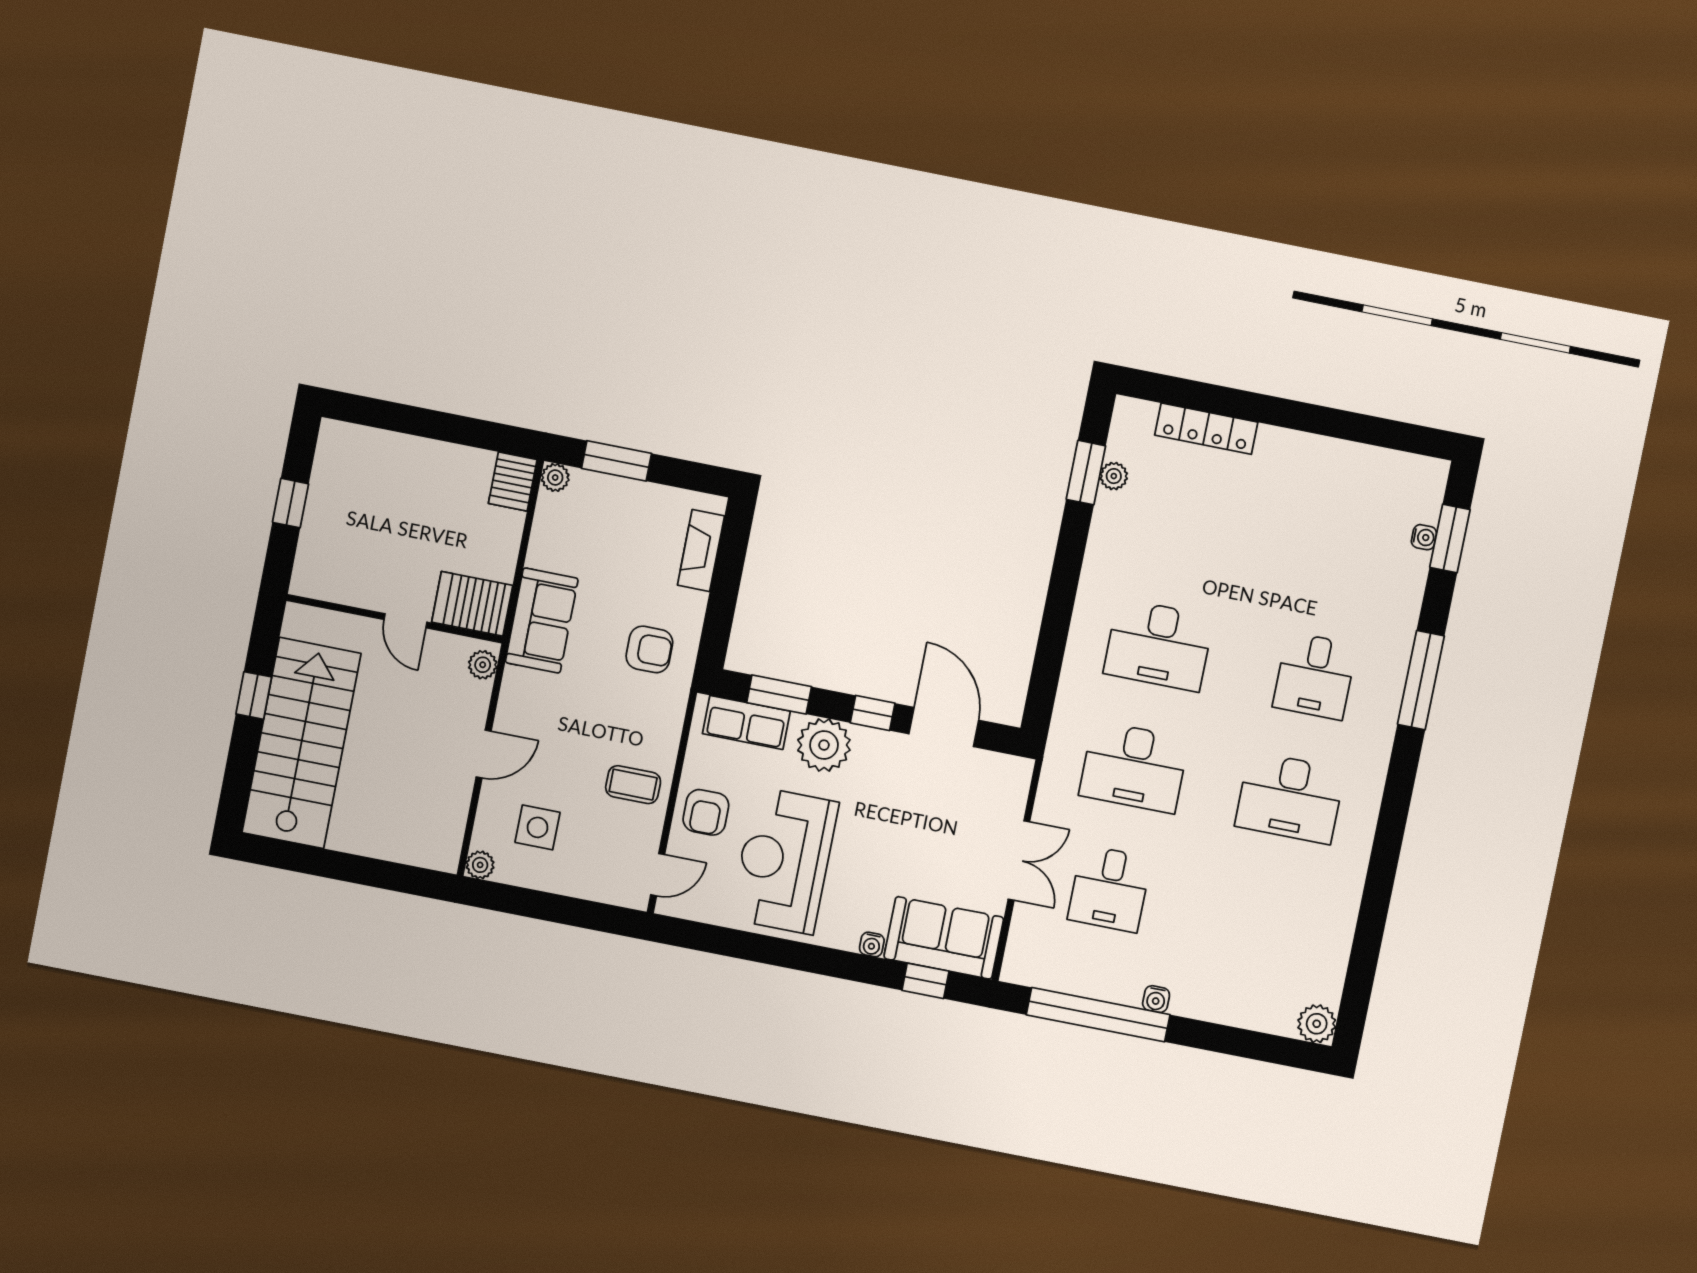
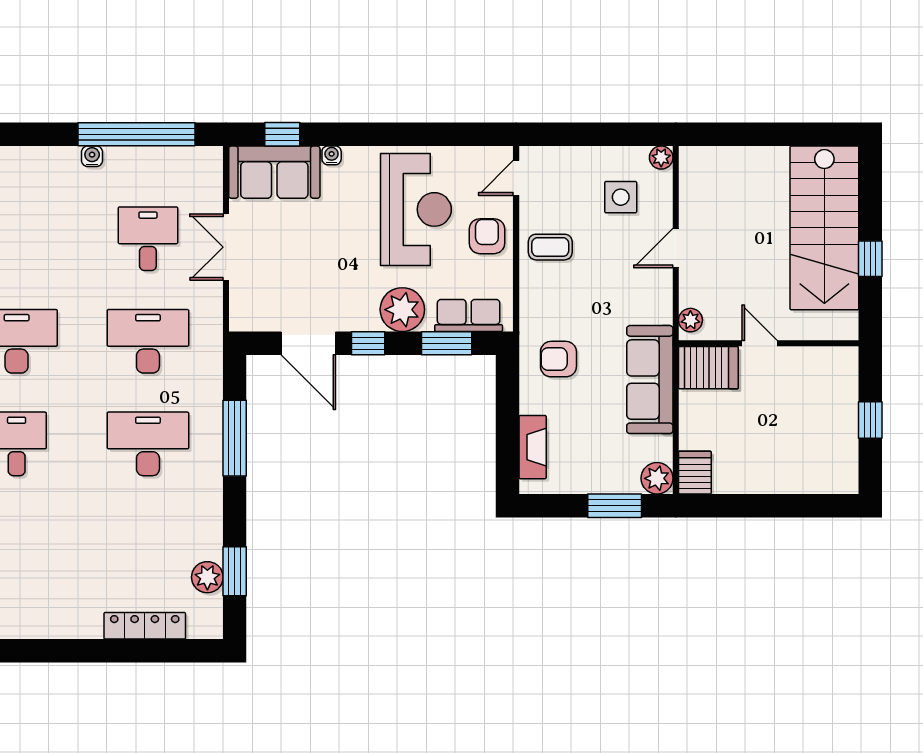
plant: (1114, 476) -> (207, 577), width x1.38, depth x1.38
plant: (555, 478) -> (657, 478), width x1.38, depth x1.38
sofa: (542, 620) -> (650, 380), width x1.36
window: (1054, 632) -> (235, 438), added

